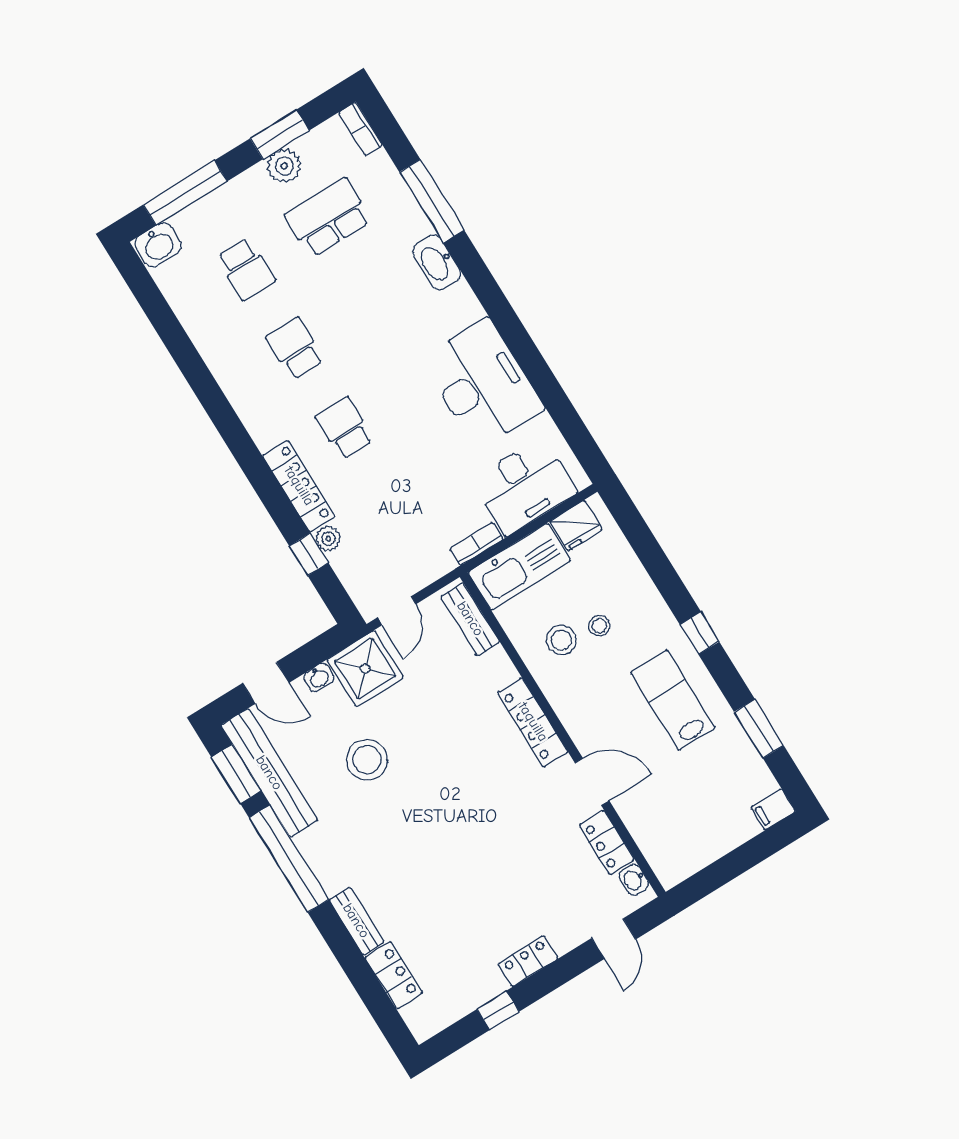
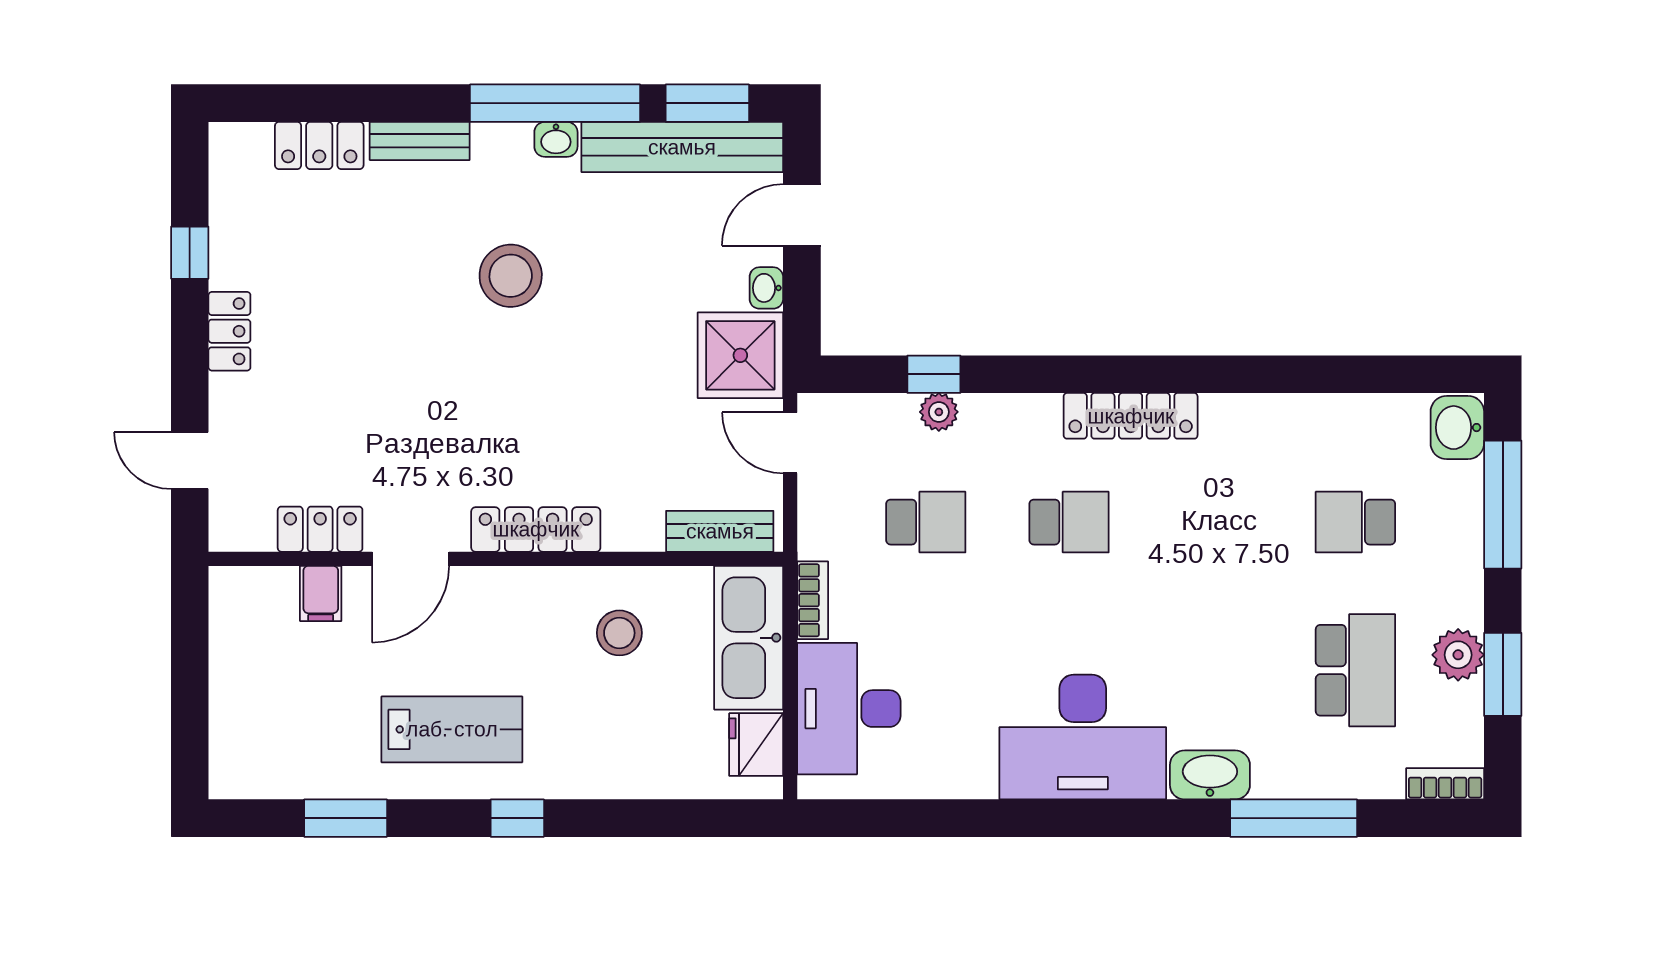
school desk: (295, 349) -> (926, 522), moved
desk: (483, 384) -> (1083, 737), moved
locker: (299, 486) -> (1131, 416), moved
stool: (599, 626) -> (608, 694), removed
stool: (367, 760) -> (511, 276), moved
filing cabinet: (773, 809) -> (321, 593), moved, turned 180
washbasin: (634, 880) -> (556, 139), moved, turned 180

